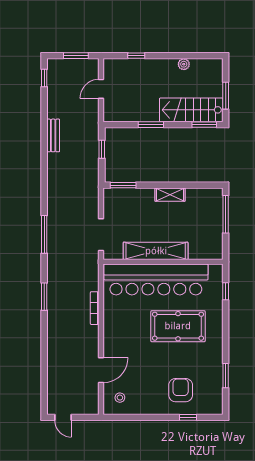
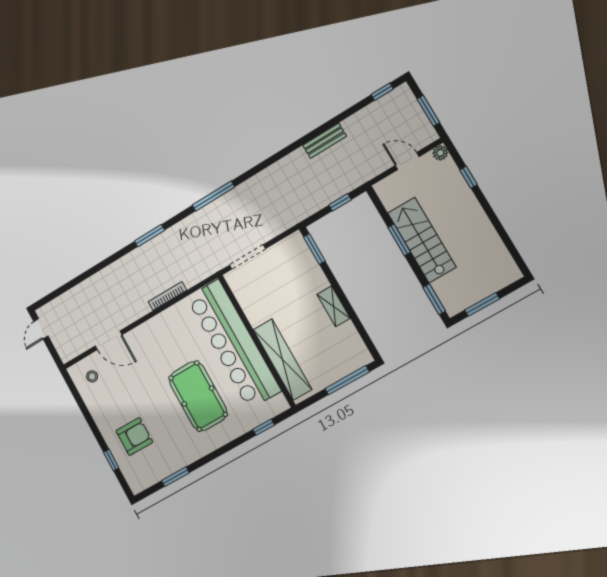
plant: (184, 64) -> (440, 153), moved
stairs: (191, 110) -> (422, 240), moved
shelving: (156, 251) -> (282, 359), moved

